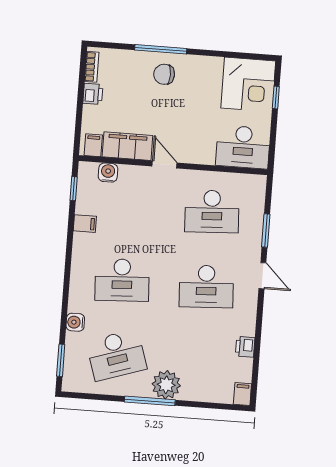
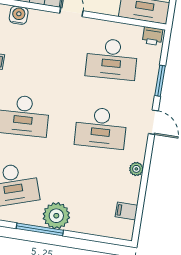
plant: (248, 327) -> (136, 169), added
printer: (245, 347) -> (153, 36), moved, turned -90
filing cabinet: (242, 394) -> (126, 211), moved, turned -90

